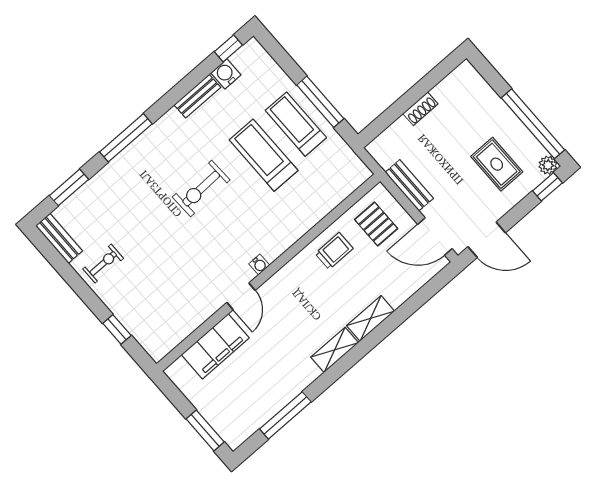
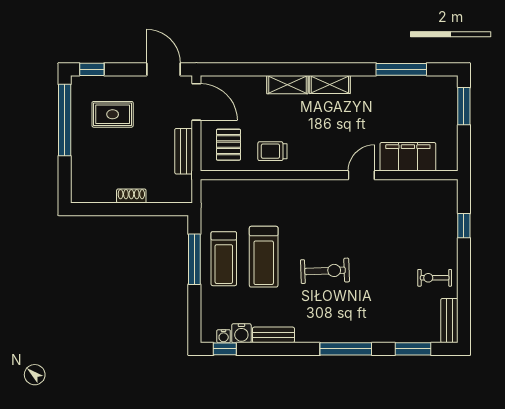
rug: (497, 164) -> (113, 114), turned 90
plant: (548, 165) -> (79, 84), removed
water cooler: (259, 265) -> (224, 336), moved, turned 180

